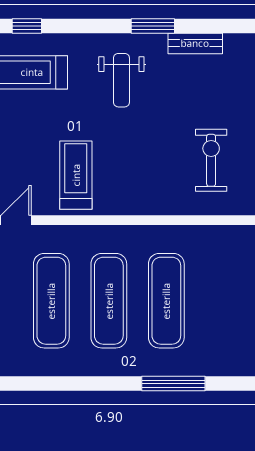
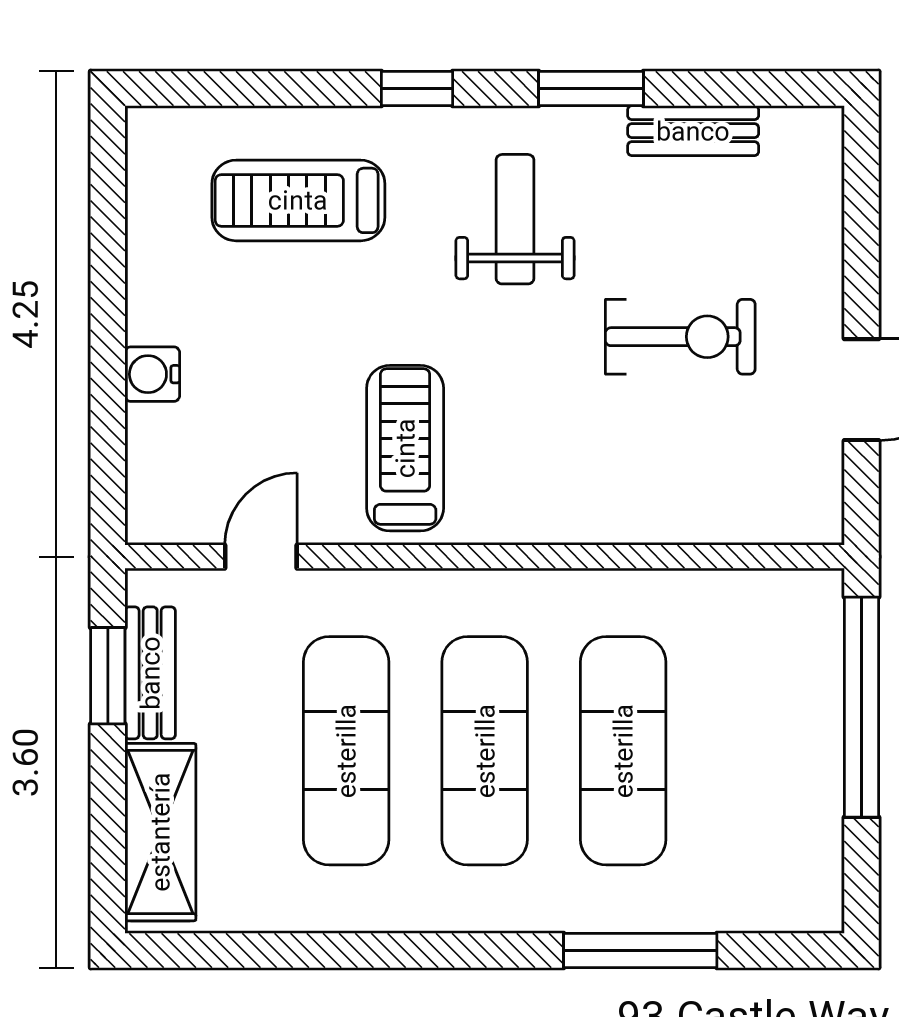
window: (27, 26) -> (417, 89), moved
weight bench: (121, 80) -> (515, 219), turned 180
exercise bike: (211, 160) -> (680, 337), moved, turned 90

